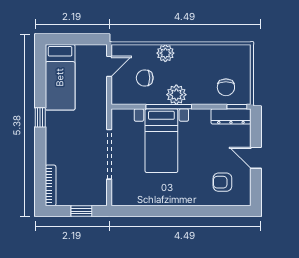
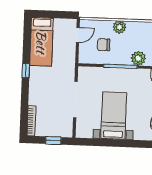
plant: (176, 95) -> (138, 58), moved
bed with nightstands: (161, 141) -> (114, 116), moved, turned 180

